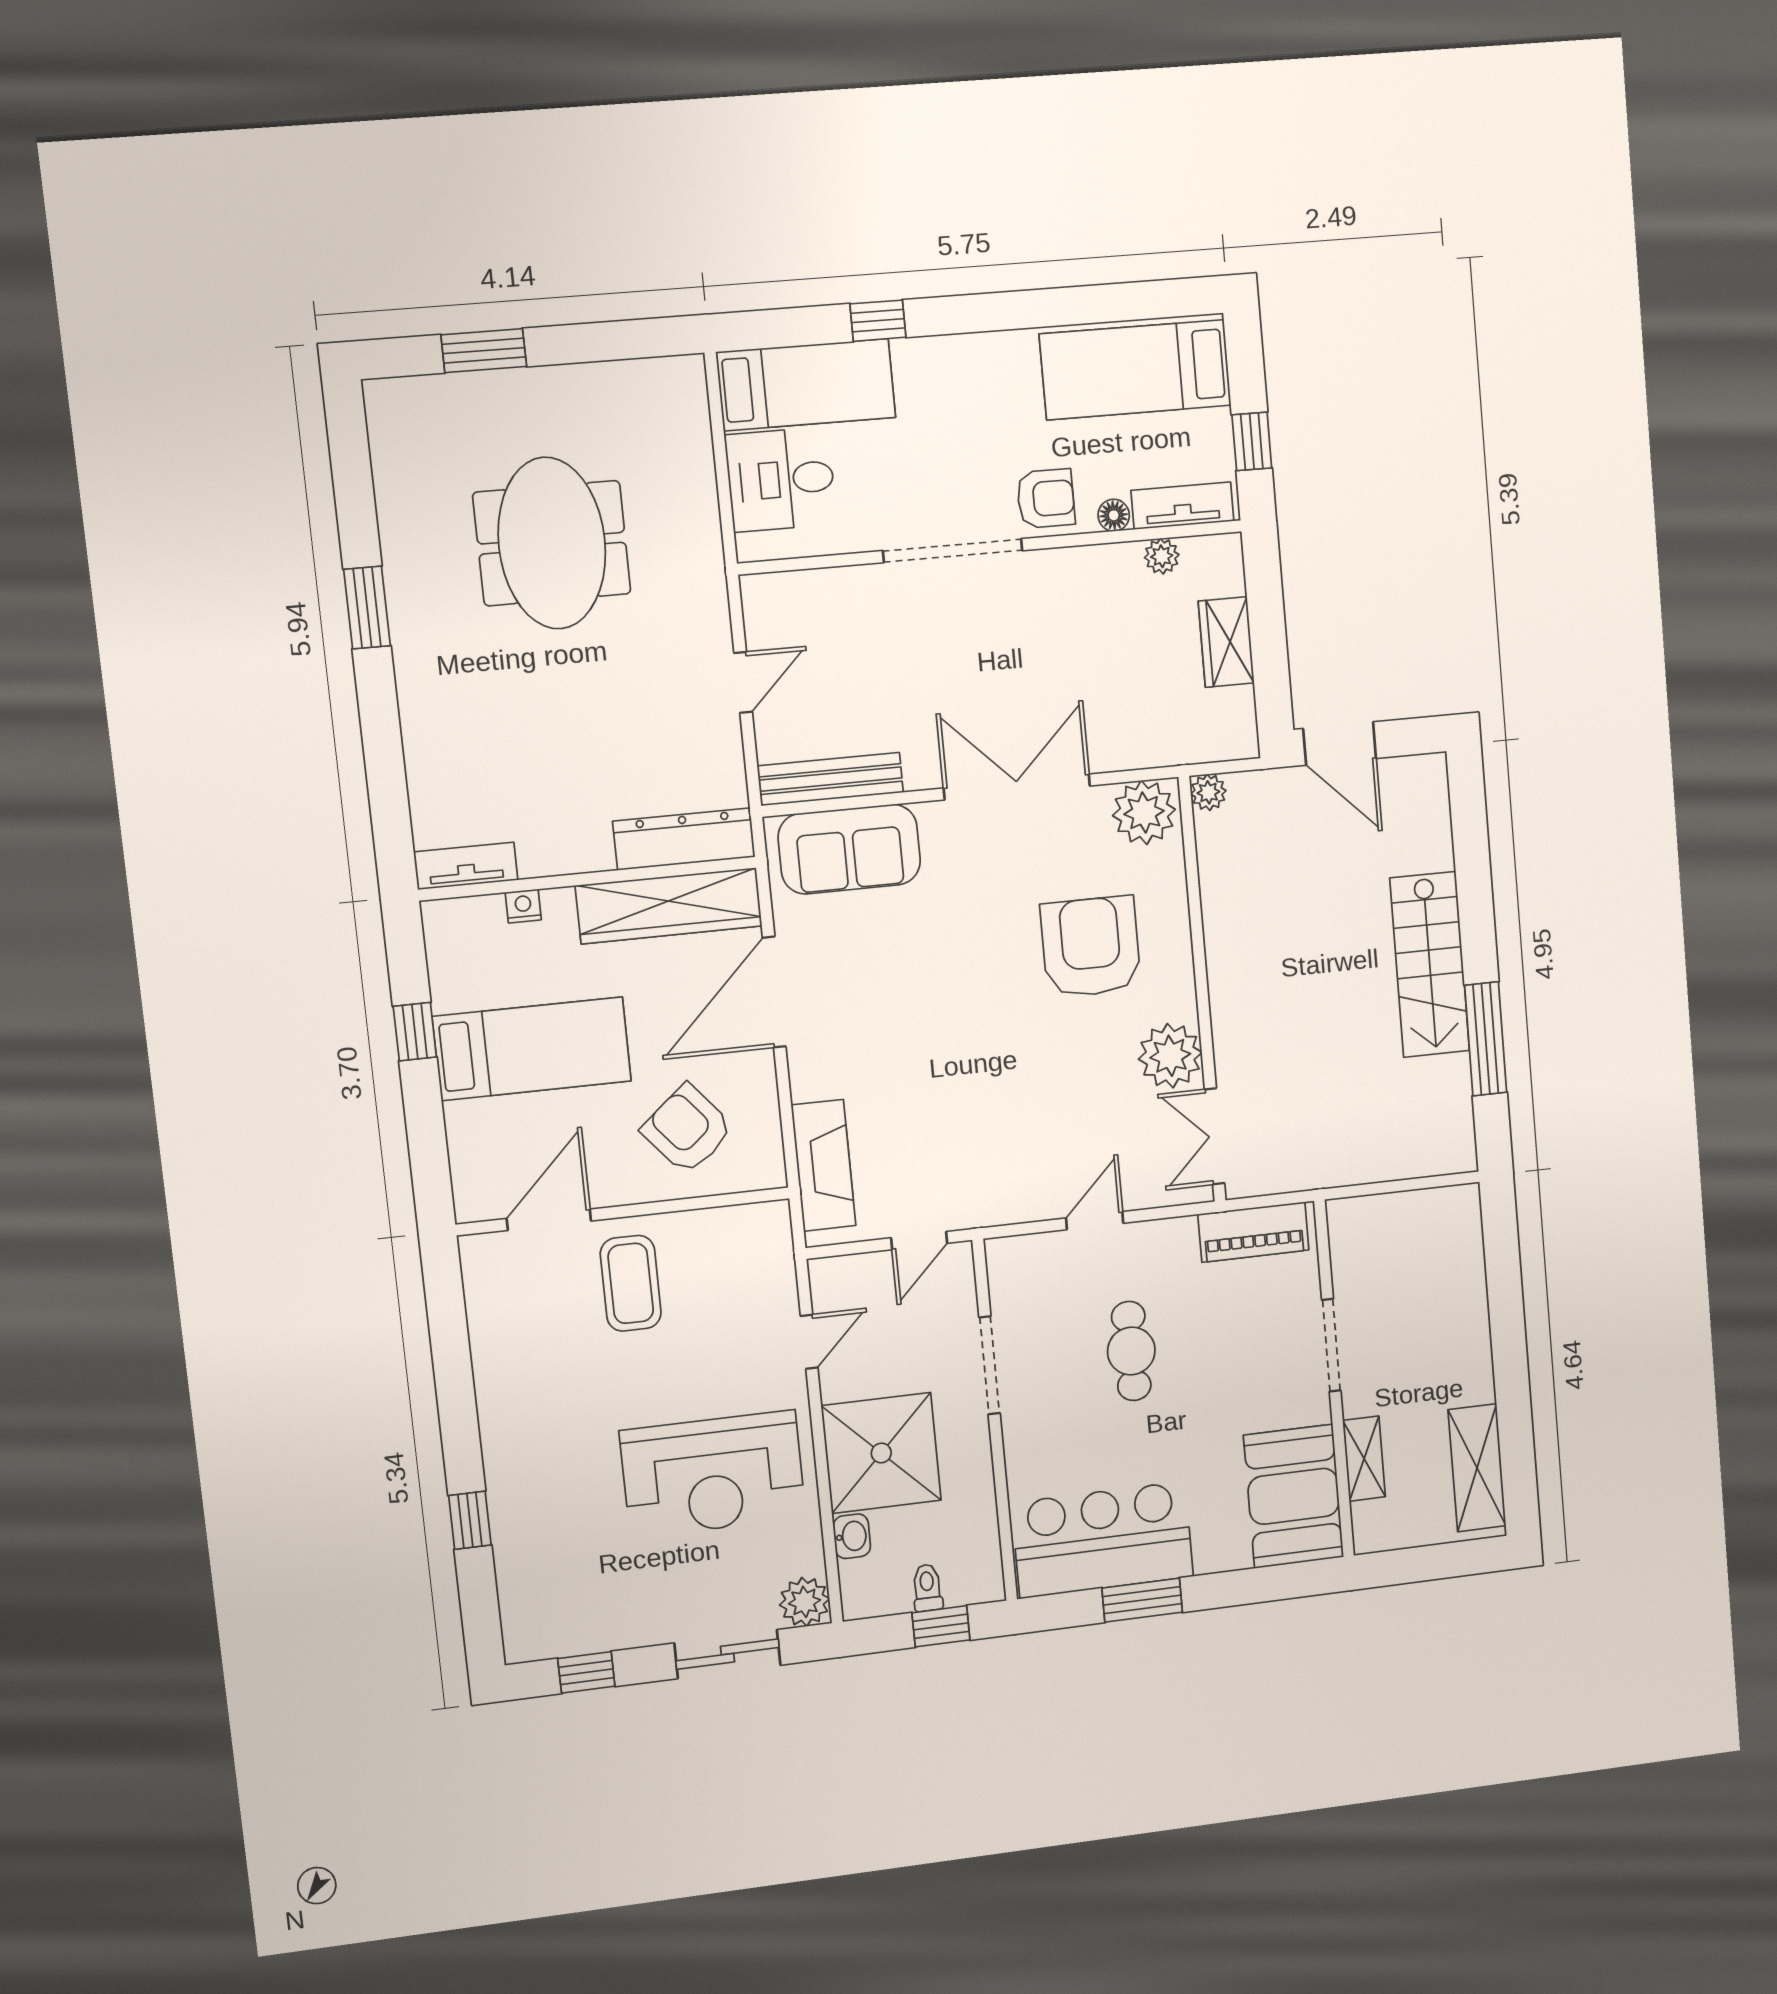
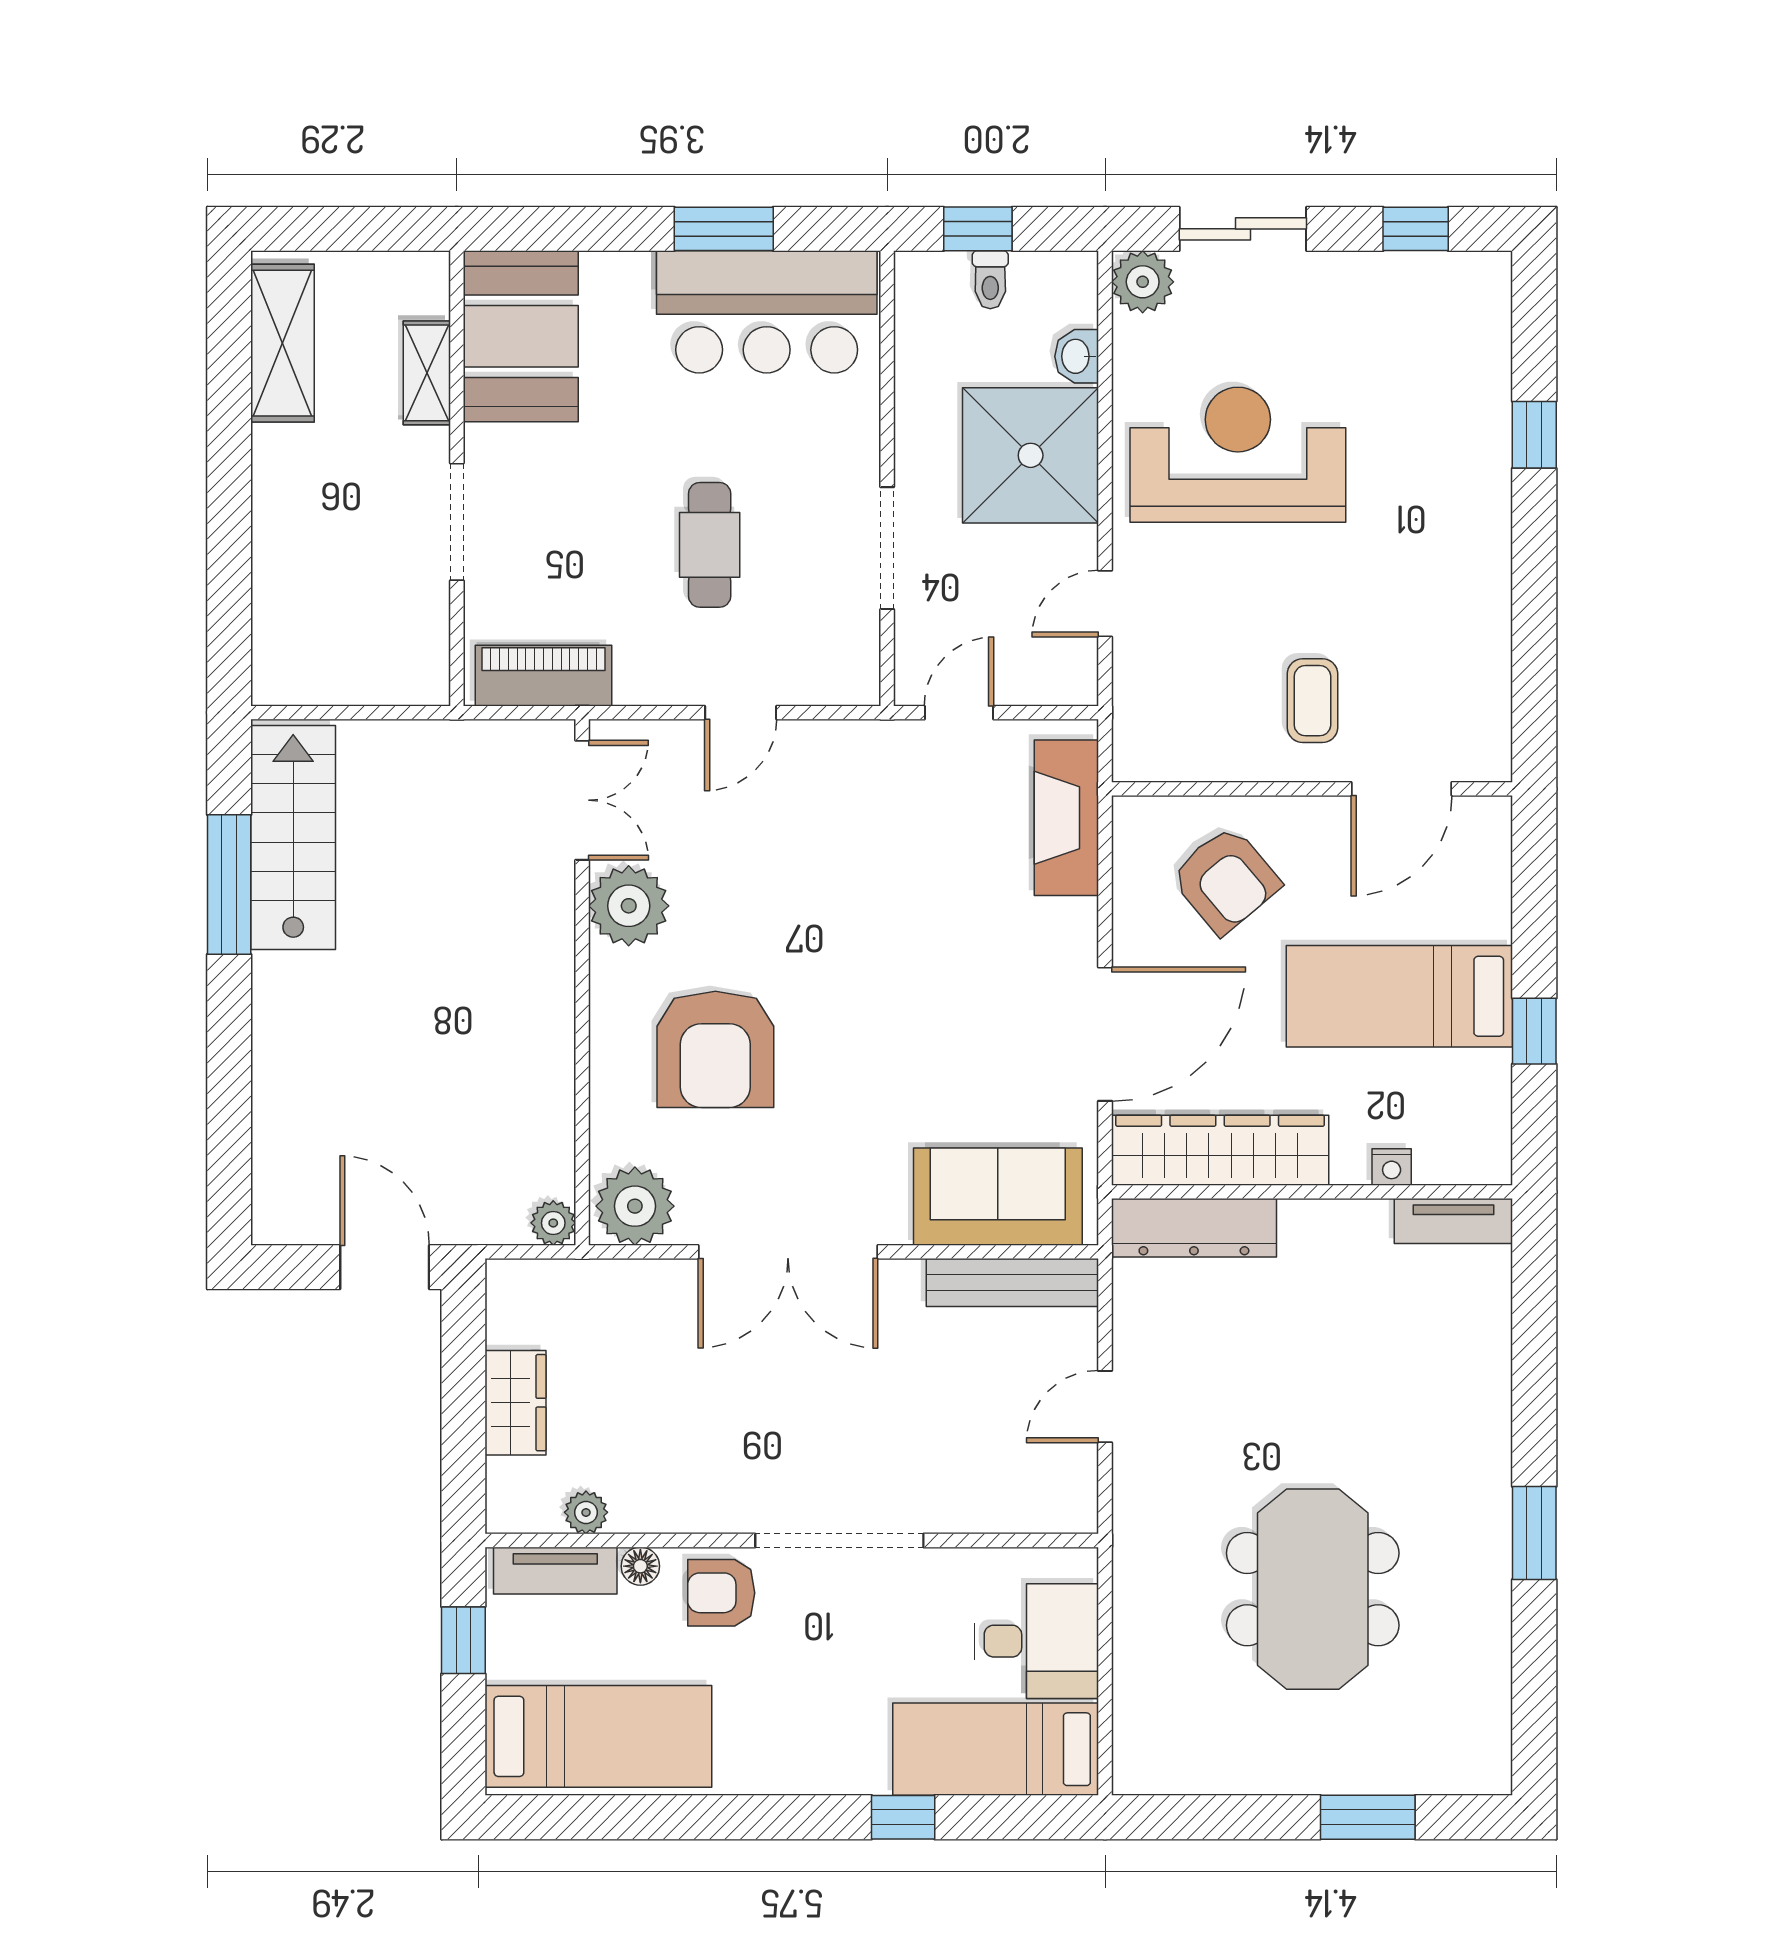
stairs: (1430, 965) -> (293, 838), moved
coffee table: (631, 1283) -> (1312, 701), width x0.73, depth x0.77

